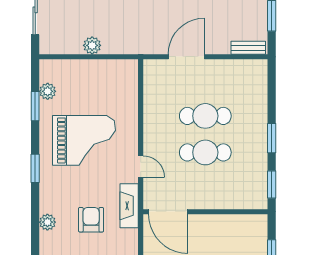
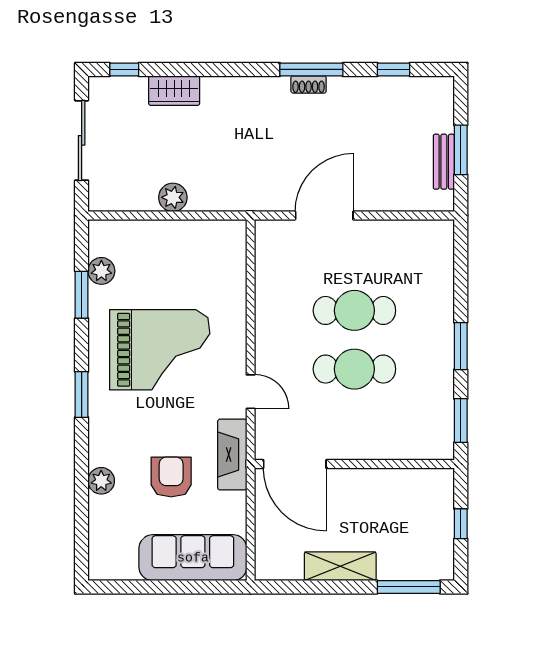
bench: (248, 48) -> (444, 162), moved, turned 90

